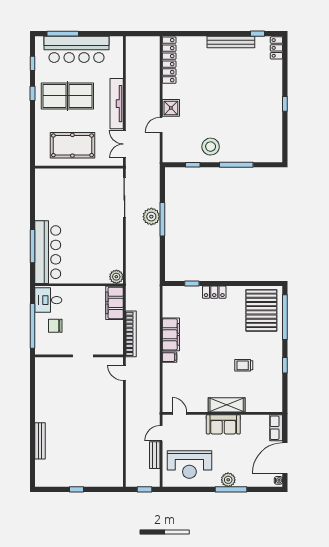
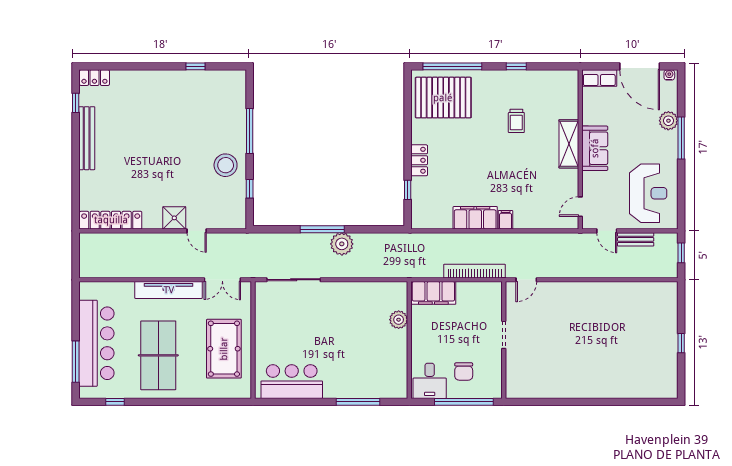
window: (33, 93) -> (155, 402), removed
window: (285, 104) -> (196, 66), moved
plant: (151, 217) -> (342, 244), moved
bar counter: (48, 252) -> (292, 382), moved, width x0.73
plant: (116, 277) -> (399, 320), moved
bench: (40, 441) -> (617, 392), removed
plant: (228, 480) -> (668, 121), moved

